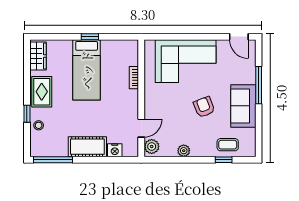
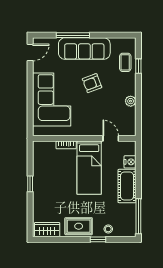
bed: (87, 70) -> (89, 168), moved, turned 90
sofa: (243, 106) -> (84, 49), width x1.36
plant: (152, 146) -> (127, 129), removed

